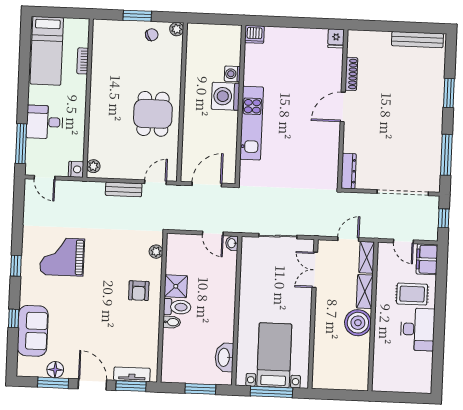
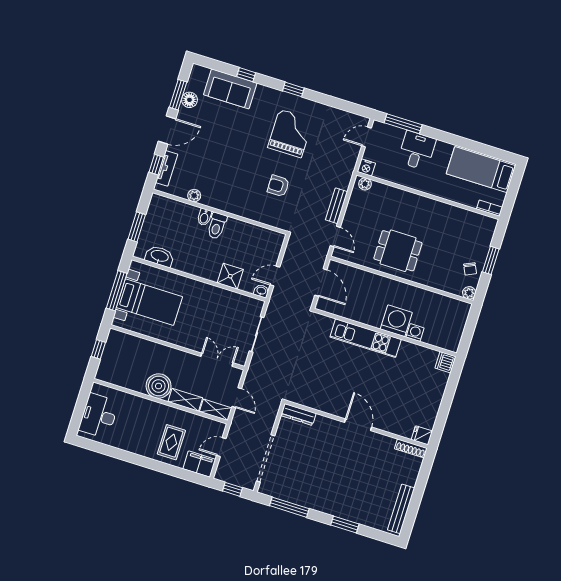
bookcase: (83, 61) -> (490, 208), moved
shoe rack: (351, 74) -> (411, 448), moved
plant: (156, 252) -> (194, 196), moved
shower: (176, 286) -> (230, 276), moved
armchair: (139, 291) -> (278, 186), moved
desk: (418, 329) -> (99, 416), moved, turned 90
window: (131, 386) -> (156, 165), width x0.67
window: (337, 395) -> (98, 349), added

